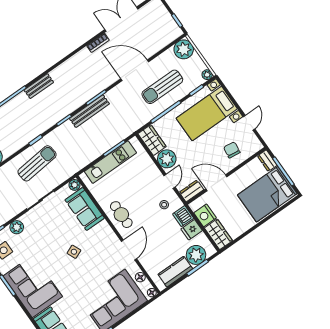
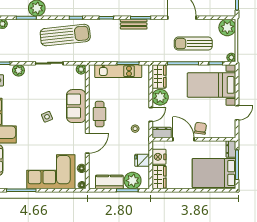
bench: (89, 111) -> (134, 24), width x0.73
chair: (232, 150) -> (200, 128), moved
sun lounger: (37, 163) -> (65, 35), width x1.36, depth x1.34
sofa: (85, 209) -> (76, 106), moved
dishwasher: (183, 216) -> (143, 146), removed

